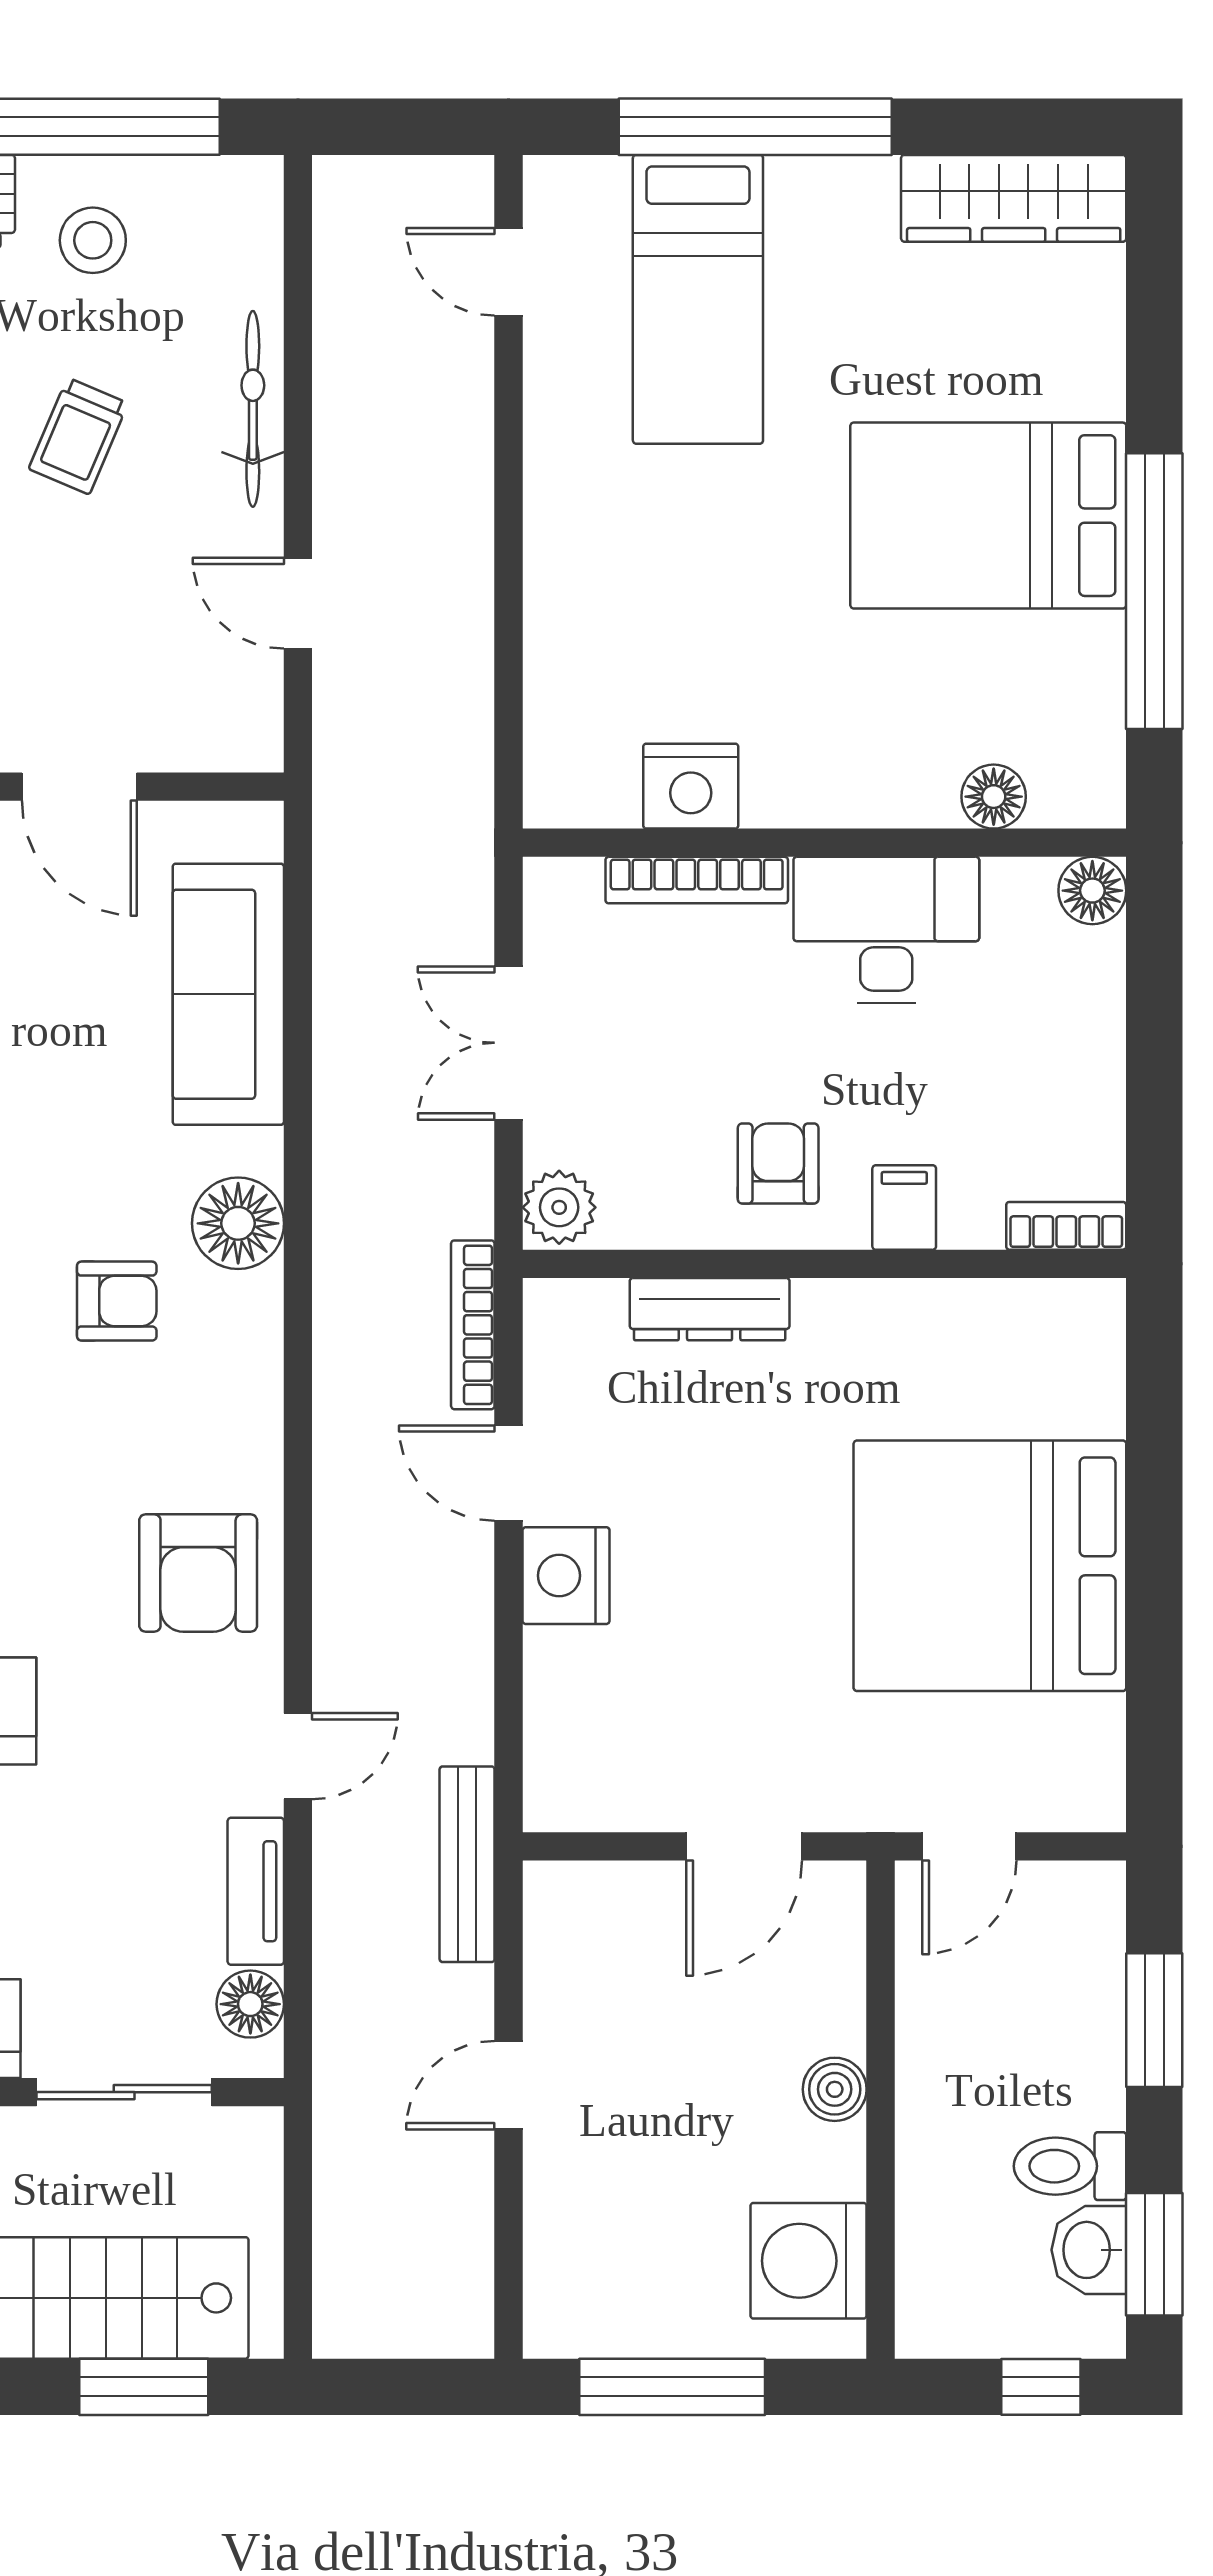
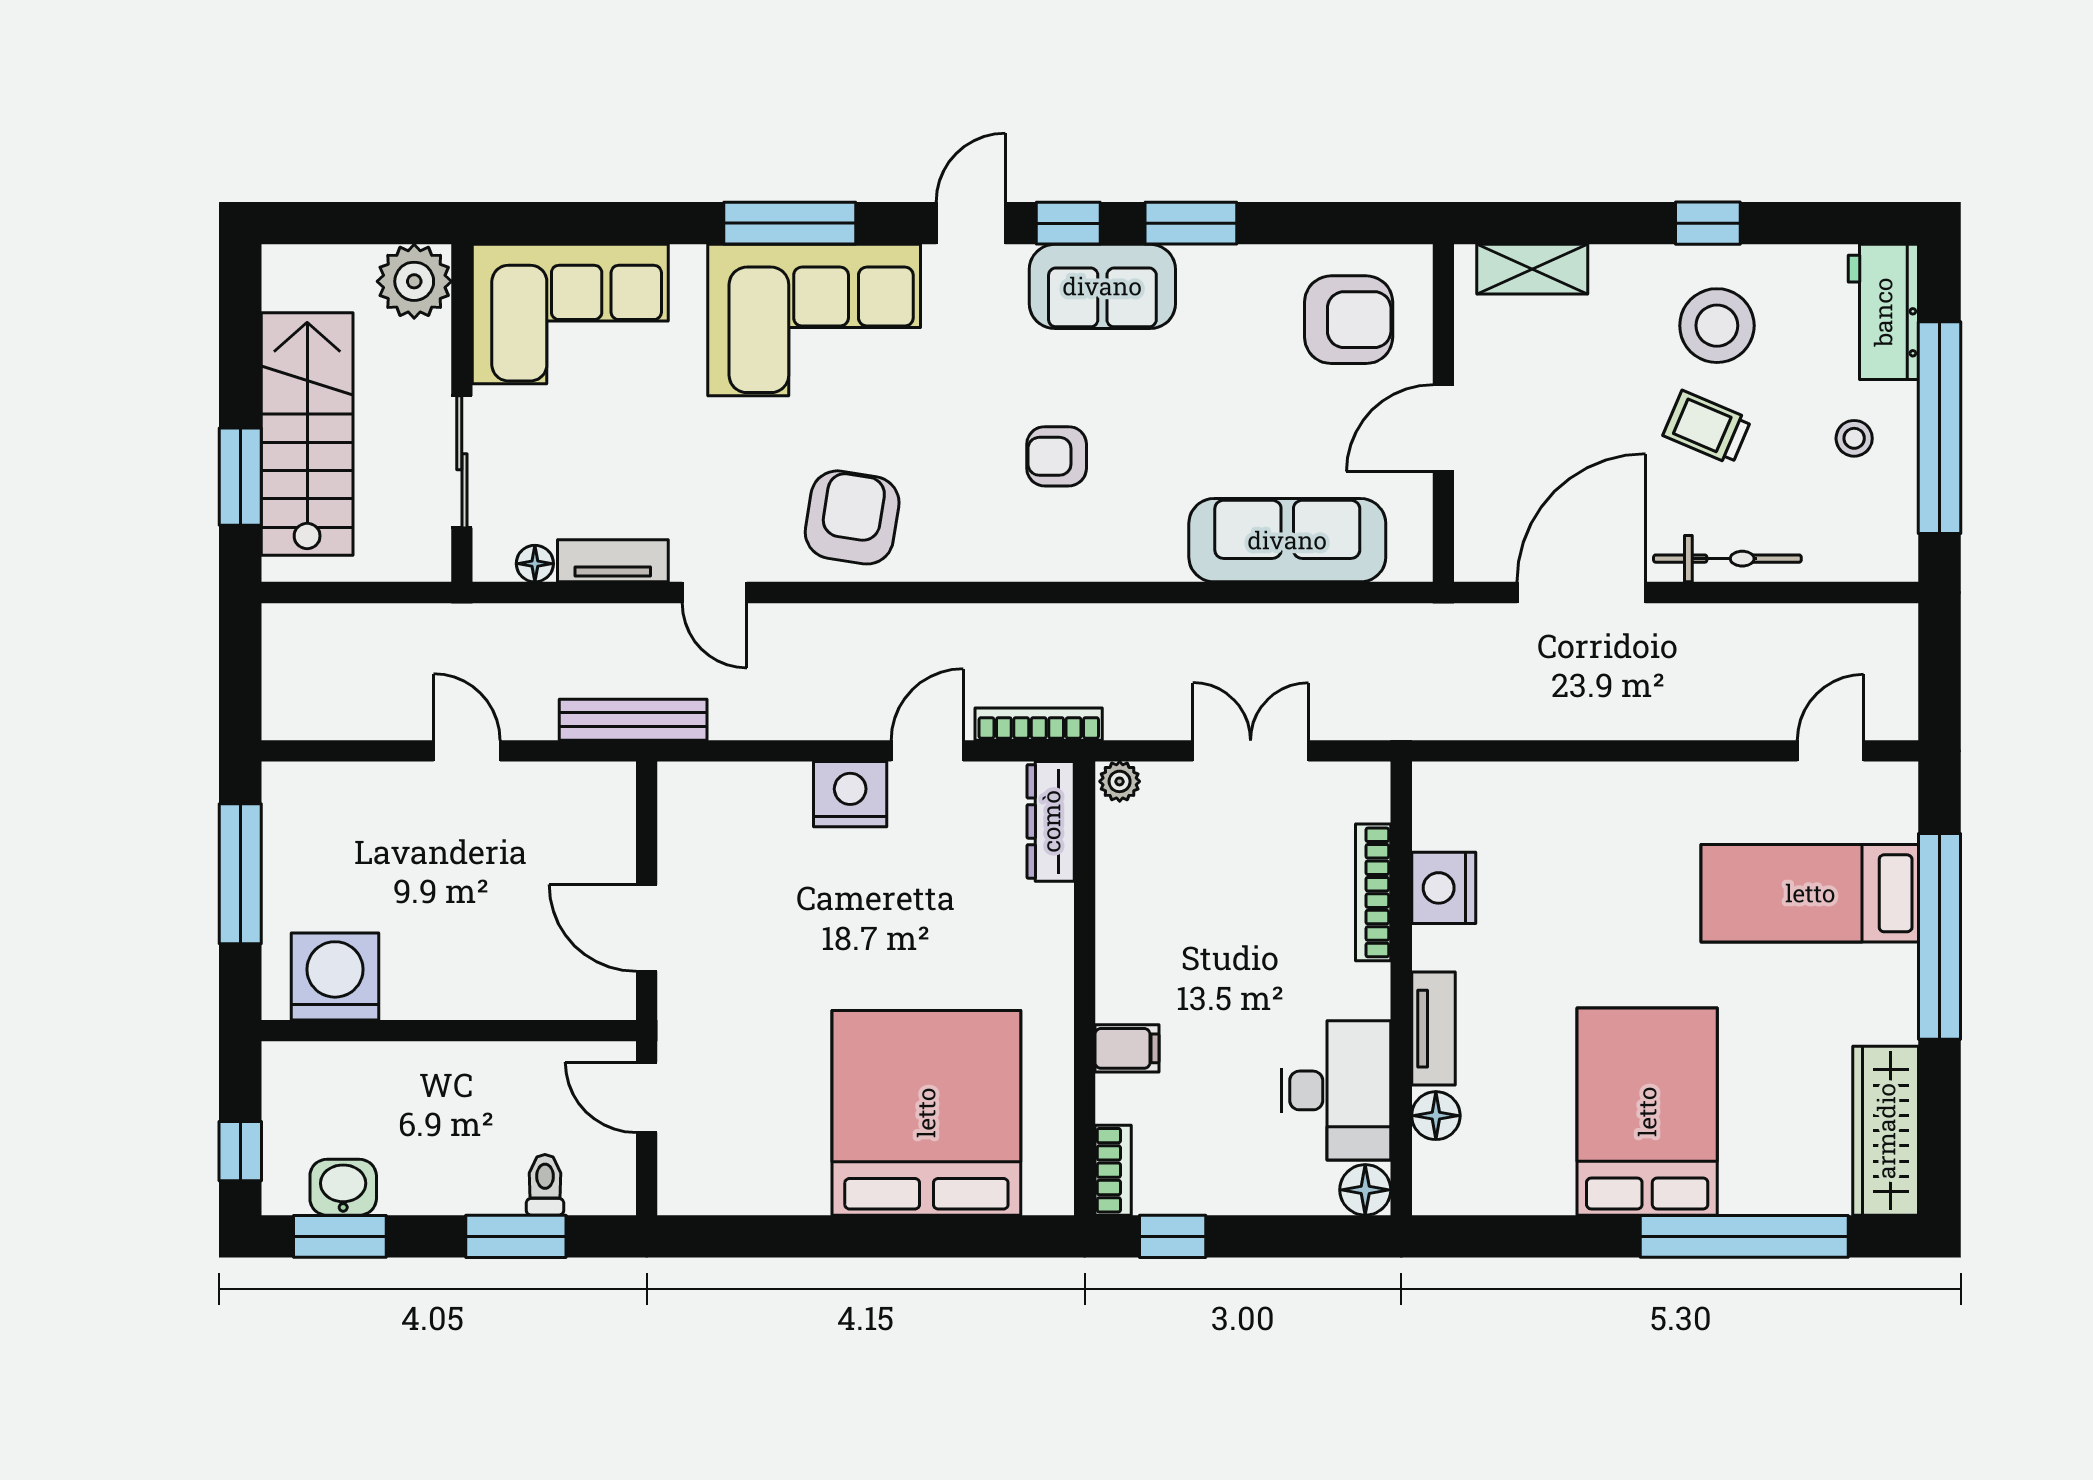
stool: (93, 240) -> (1854, 438), width x0.73, depth x0.73
window: (1154, 591) -> (1744, 1236), moved
door: (298, 603) -> (1581, 593), width x1.88
tv unit: (878, 800) -> (1433, 1029), added
desk: (886, 930) -> (1336, 1090), moved
window: (1154, 1147) -> (1173, 1236), added
armchair: (778, 1164) -> (1160, 954), removed
plant: (559, 1207) -> (1120, 781), width x0.73, depth x0.73
floor lamp: (238, 1223) -> (1115, 547), removed
armchair: (117, 1301) -> (1057, 456), turned 90
dresser: (710, 1309) -> (1051, 821), moved
bed: (990, 1566) -> (926, 1113), moved
armchair: (198, 1573) -> (852, 517), turned 99
floor lamp: (250, 2004) -> (535, 564), width x0.73, depth x0.73
boiler: (835, 2089) -> (464, 996), removed
toilet: (1070, 2166) -> (545, 1185), moved, width x0.73, depth x0.72

